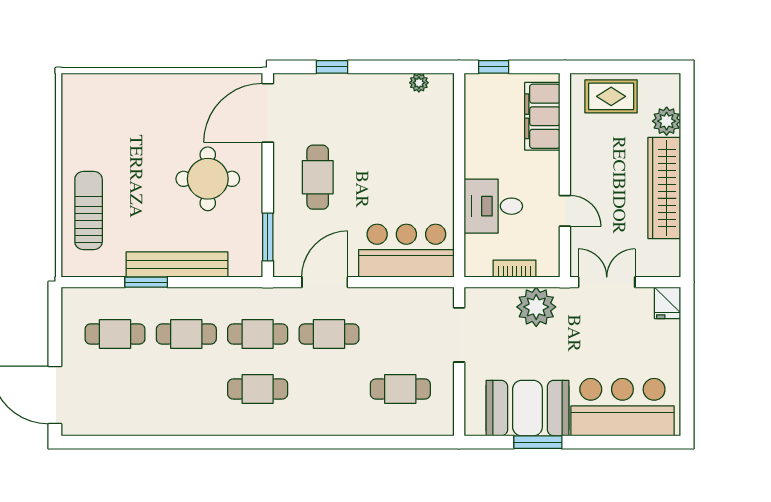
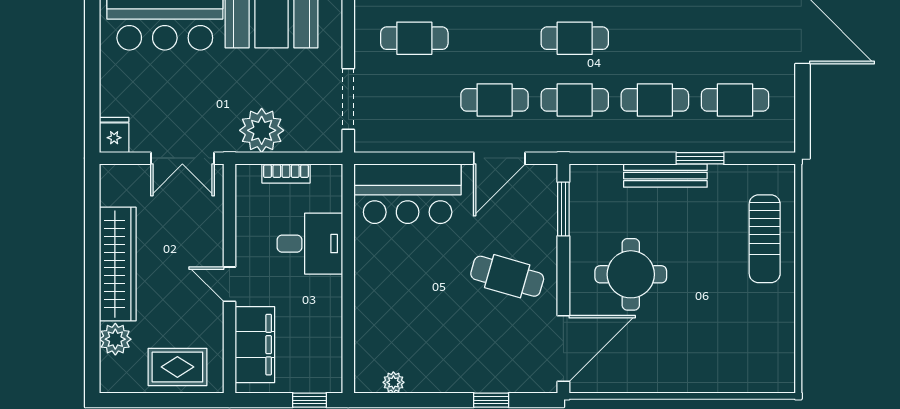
cafe table: (318, 177) -> (507, 276), turned -74
door: (565, 211) -> (229, 284), moved
bench: (177, 264) -> (665, 176), width x0.73, depth x0.82

